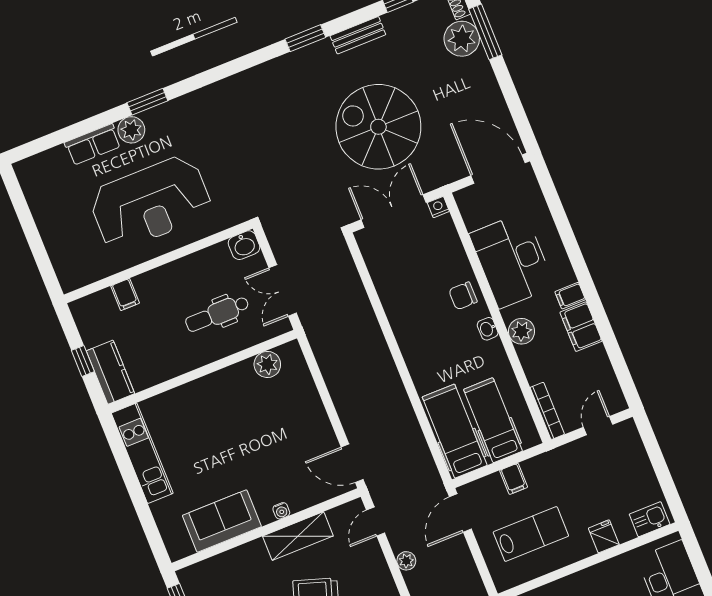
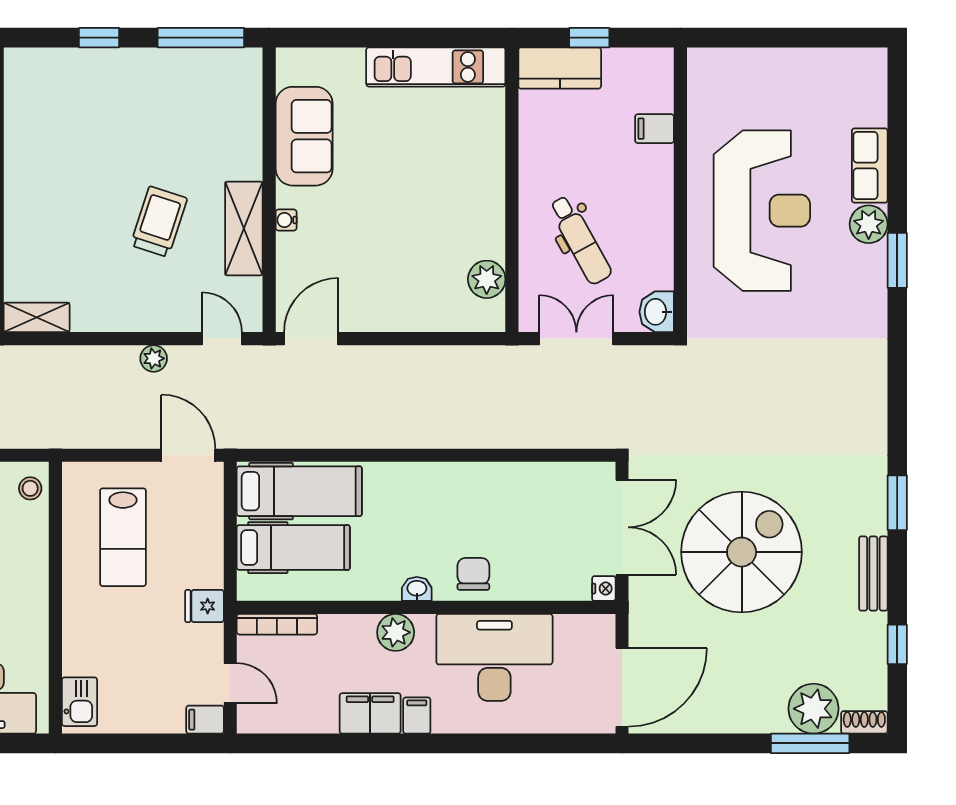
reception desk: (150, 203) -> (762, 211), turned 180
dental chair: (217, 314) -> (580, 240), turned 151
filing cabinet: (514, 479) -> (205, 720), moved
fridge: (604, 536) -> (204, 606), moved, turned 180

